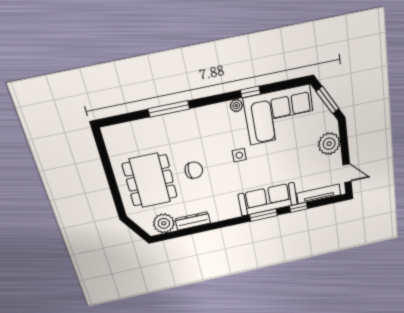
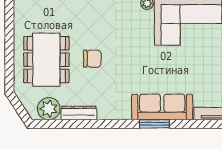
side table: (239, 155) -> (141, 53), removed
window: (299, 207) -> (194, 124), removed

